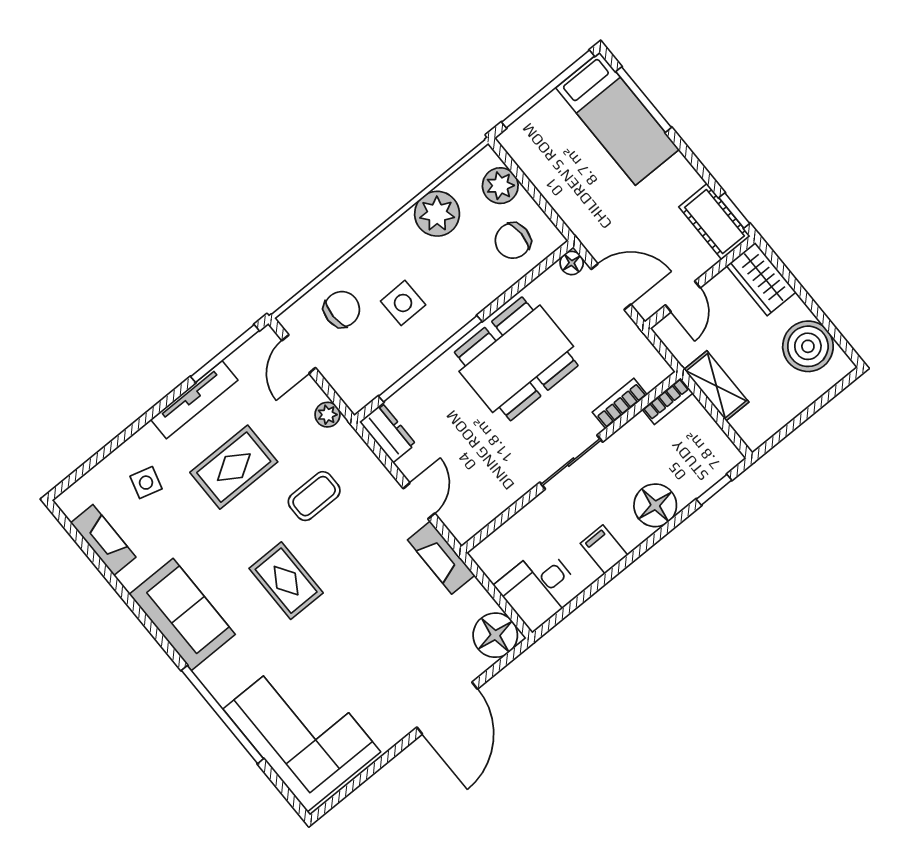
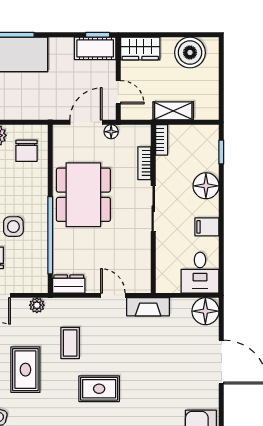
floor lamp: (572, 263) -> (111, 132), moved

